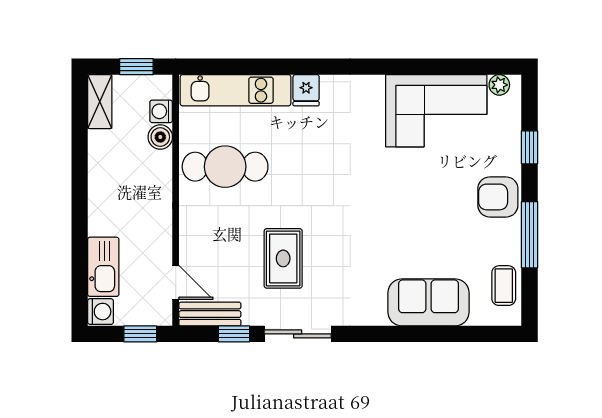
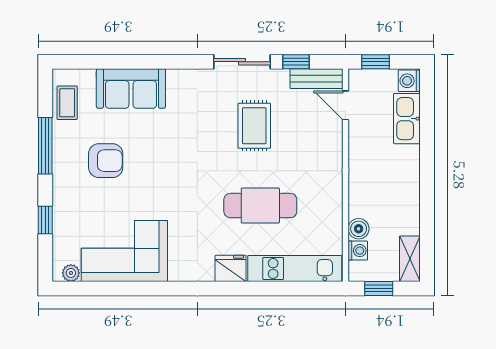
fridge: (306, 90) -> (231, 268), width x1.38
cafe table: (225, 167) -> (260, 206), moved
armchair: (498, 197) -> (106, 161), moved

